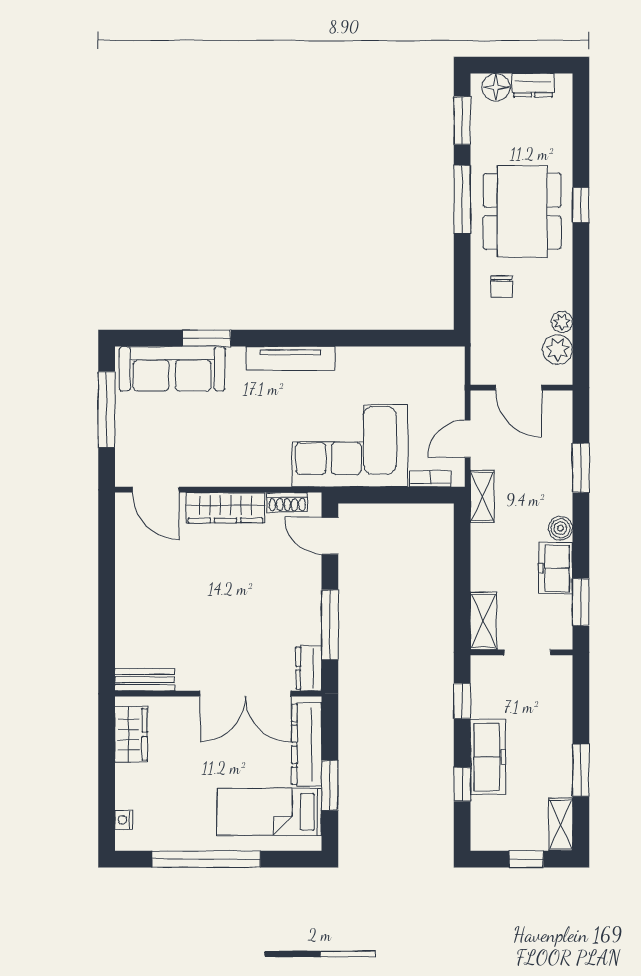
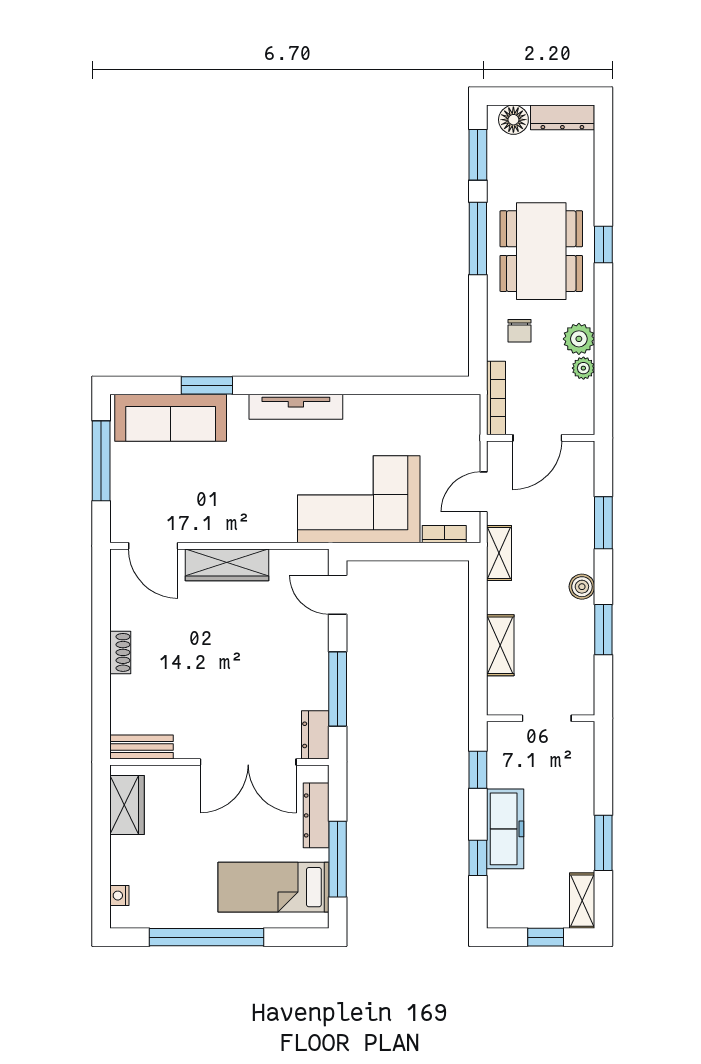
dresser: (533, 85) -> (562, 117), width x1.44
bookcase: (479, 350) -> (496, 398), added
plant: (558, 350) -> (579, 339), moved
door: (518, 388) -> (537, 438), hinge flipped
shoe rack: (287, 502) -> (120, 652), moved, turned -90
freezer: (556, 568) -> (577, 629), removed
window: (581, 602) -> (603, 630), moved
shelving: (483, 621) -> (500, 645), moved
dresser: (307, 744) -> (316, 815), width x0.73, depth x0.80
window: (330, 785) -> (338, 859), width x1.44

